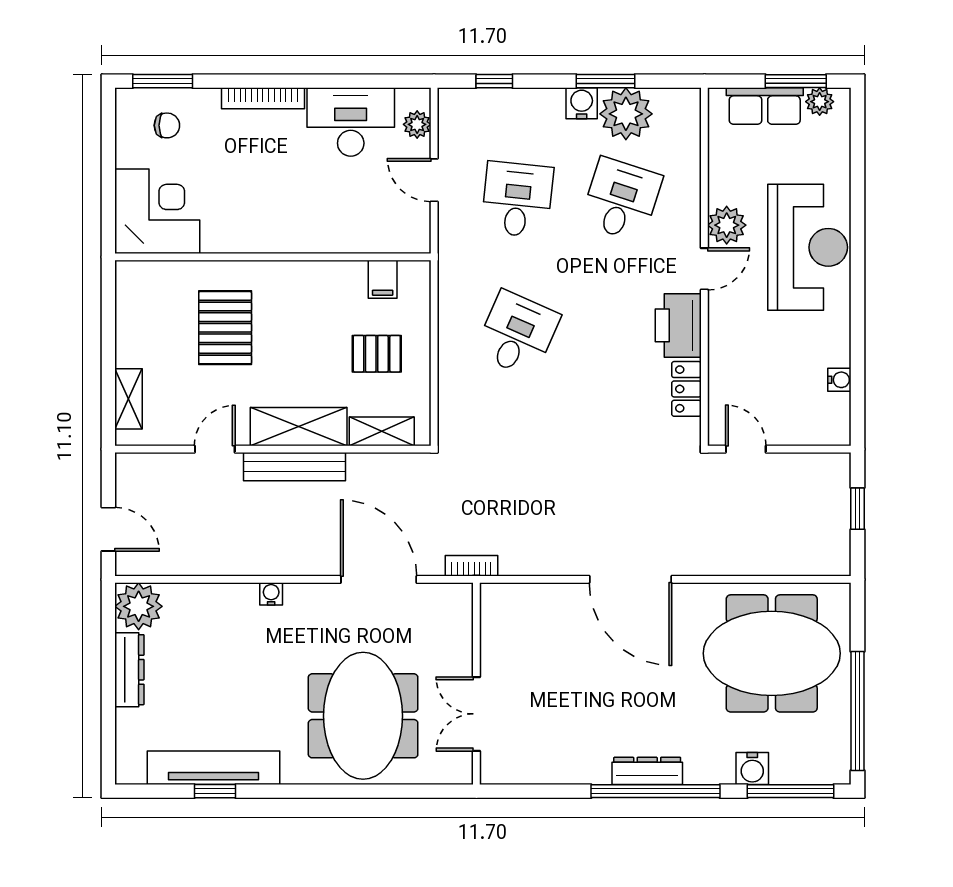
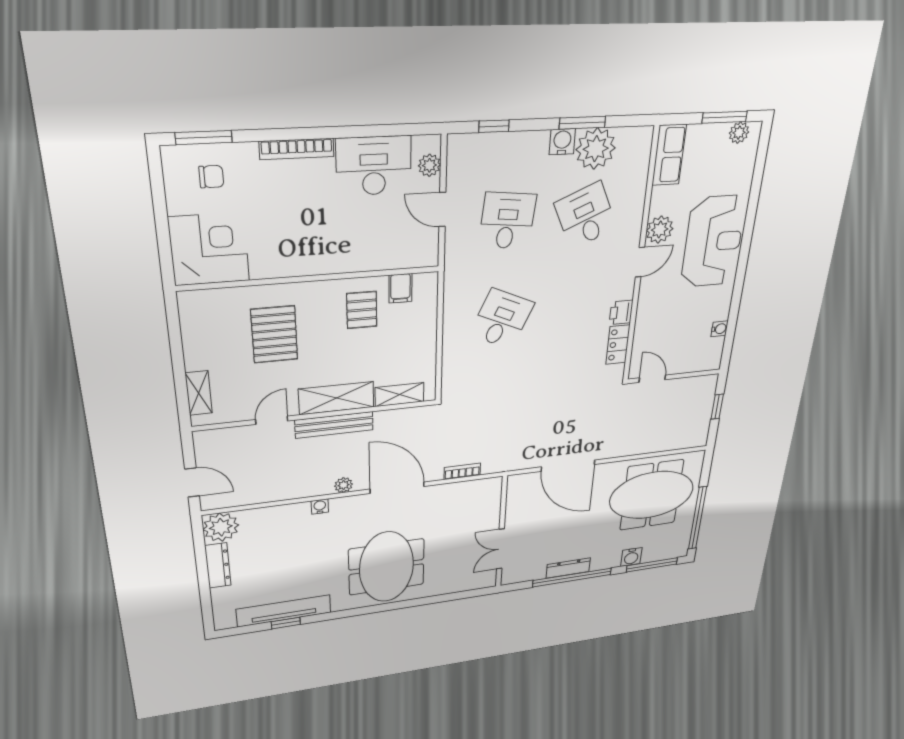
row of seats: (765, 106) -> (669, 155), moved, turned -90
desk: (621, 200) -> (586, 216), turned -42
printer: (678, 325) -> (621, 312), width x0.53, depth x0.68
pallet: (377, 354) -> (362, 310), moved, turned 90
plant: (304, 564) -> (344, 485), added
wall: (476, 684) -> (501, 533), moved
double door: (476, 714) -> (500, 549), moved

